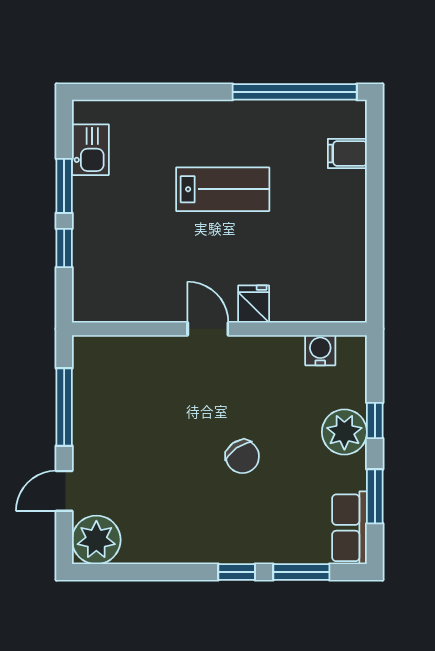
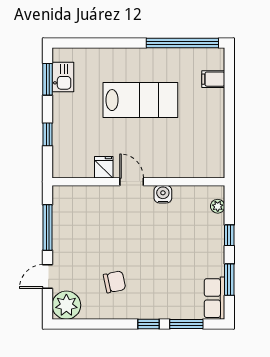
window: (64, 186) -> (48, 79), moved
lab bench: (223, 189) -> (140, 100), width x1.36, depth x1.39
fridge: (254, 304) -> (104, 167), moved
water cooler: (320, 350) -> (163, 194), moved
plant: (344, 432) -> (218, 206), moved, width x0.53, depth x0.53
chair: (242, 457) -> (114, 282), moved, turned -67

